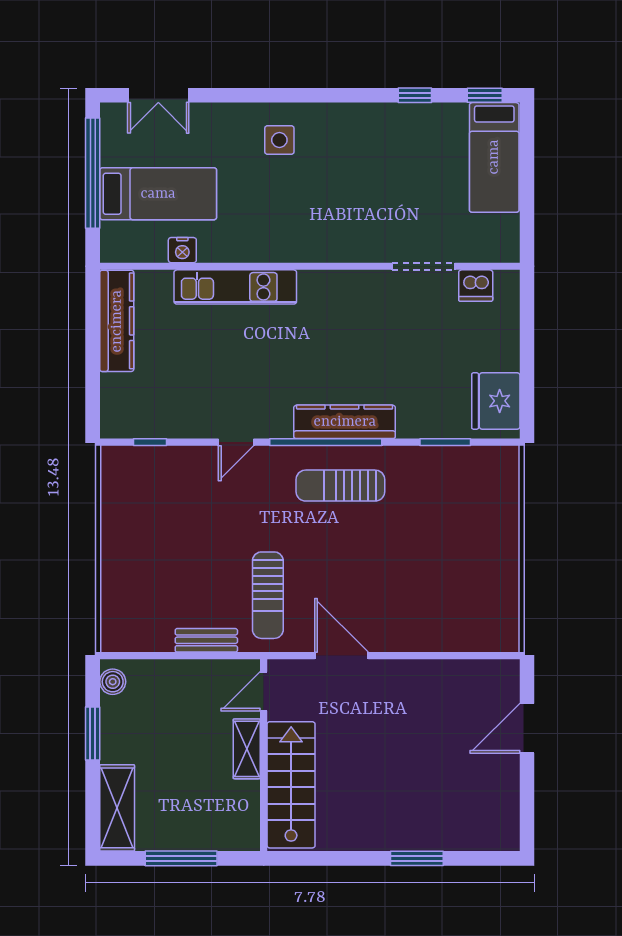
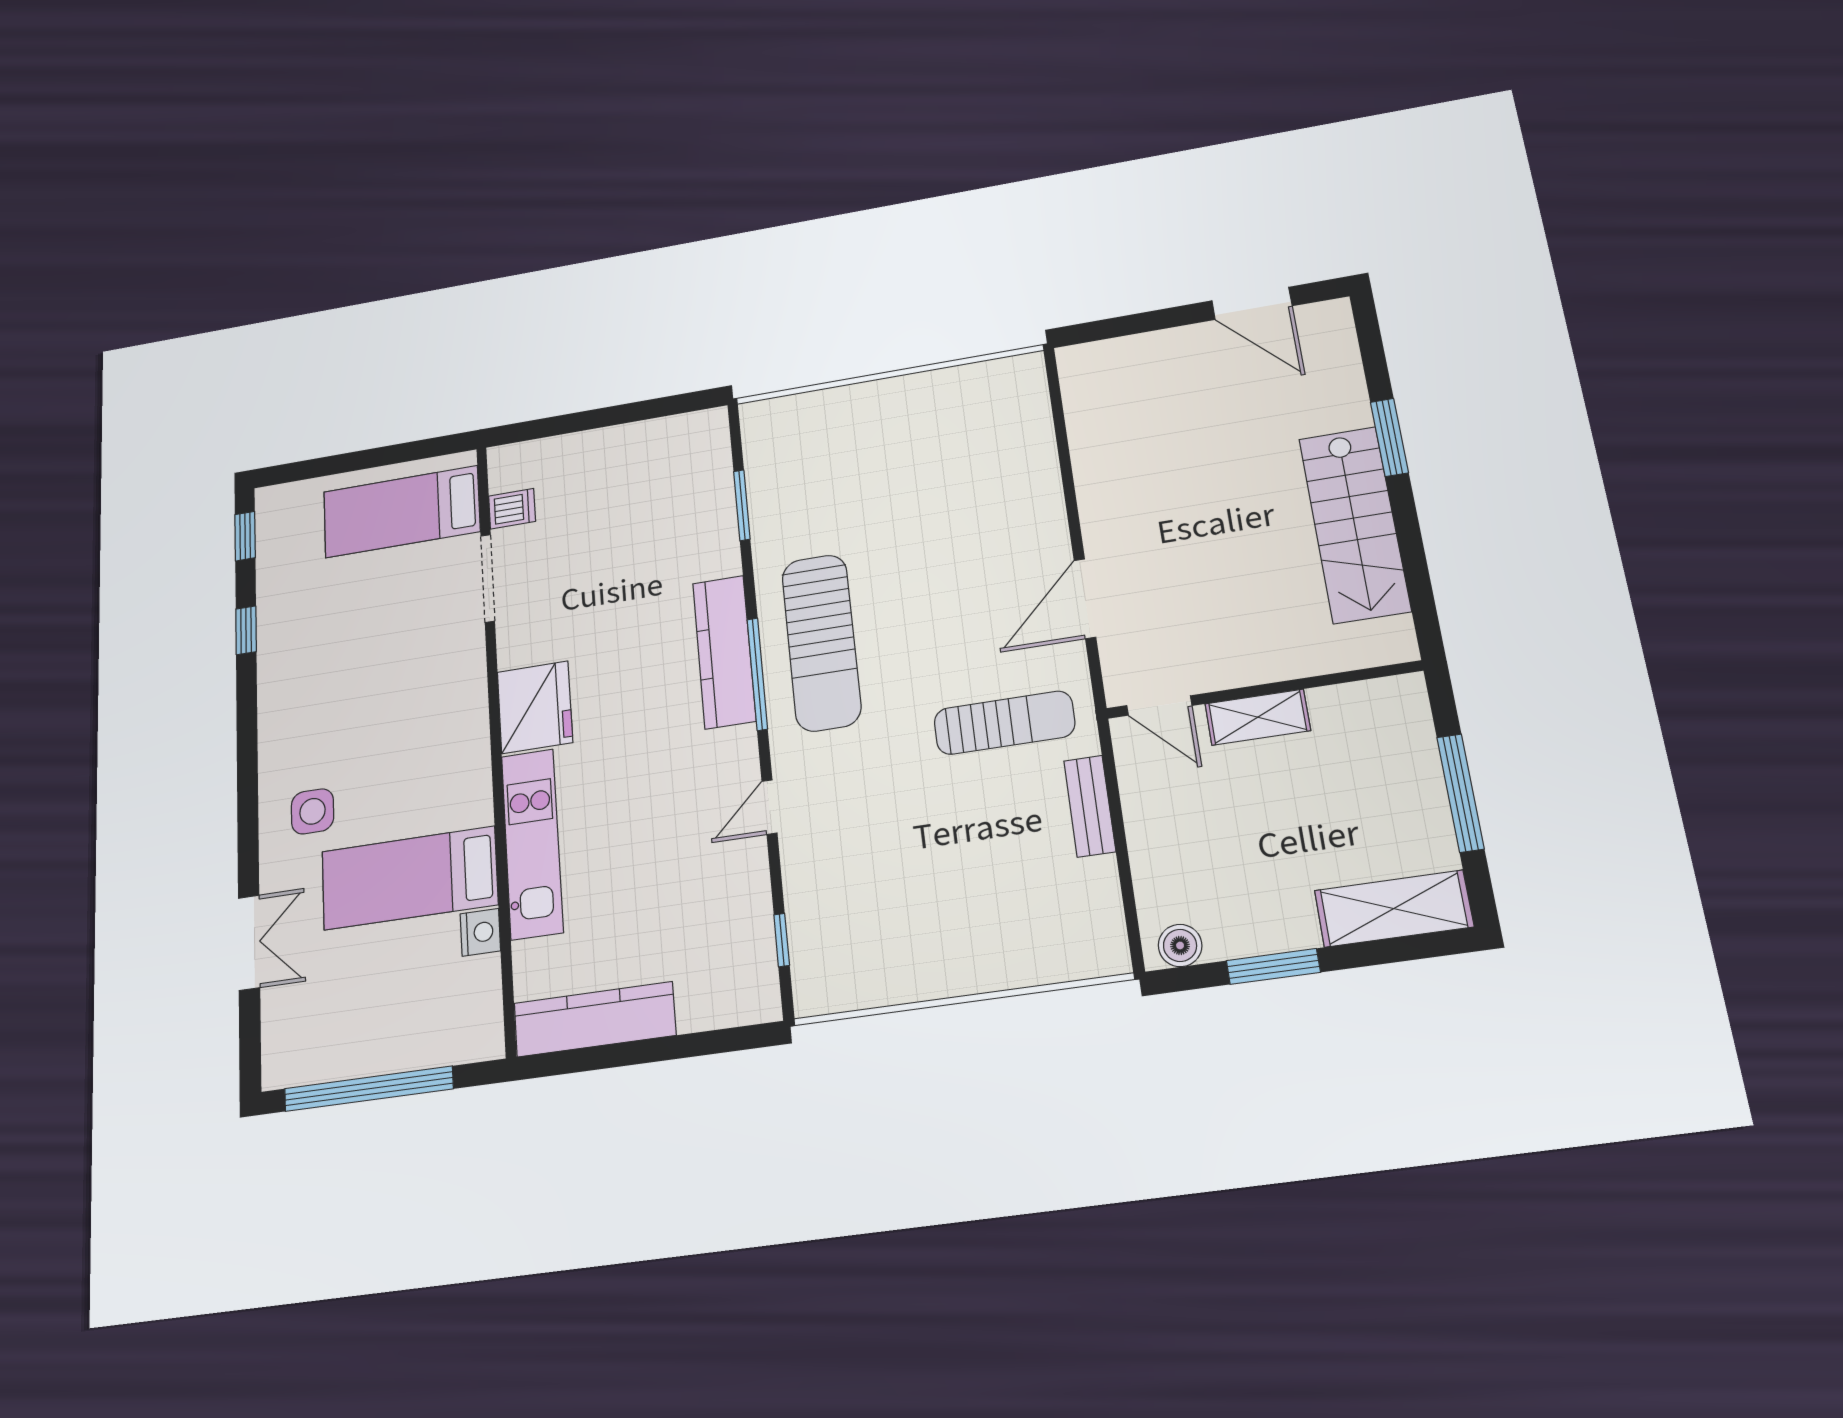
double door: (158, 95) -> (249, 943), moved
bed: (494, 157) -> (401, 512), moved, turned 180
bed: (158, 194) -> (409, 878), moved, turned -90
dishwasher: (476, 286) -> (512, 509), width x0.73
fridge: (496, 401) -> (535, 707), moved, turned -90
door: (236, 442) -> (769, 807), swing flipped
window: (326, 442) -> (757, 674), width x0.68
sun lounger: (340, 486) -> (821, 642), width x1.36, depth x1.34
door: (527, 728) -> (1252, 303), moved
stairs: (291, 785) -> (1355, 524), moved, turned -90

